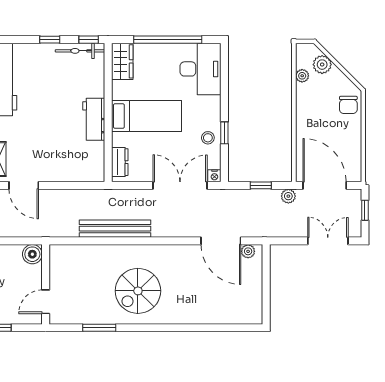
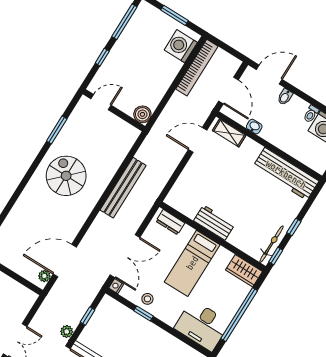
door: (46, 302) -> (101, 102), hinge flipped

